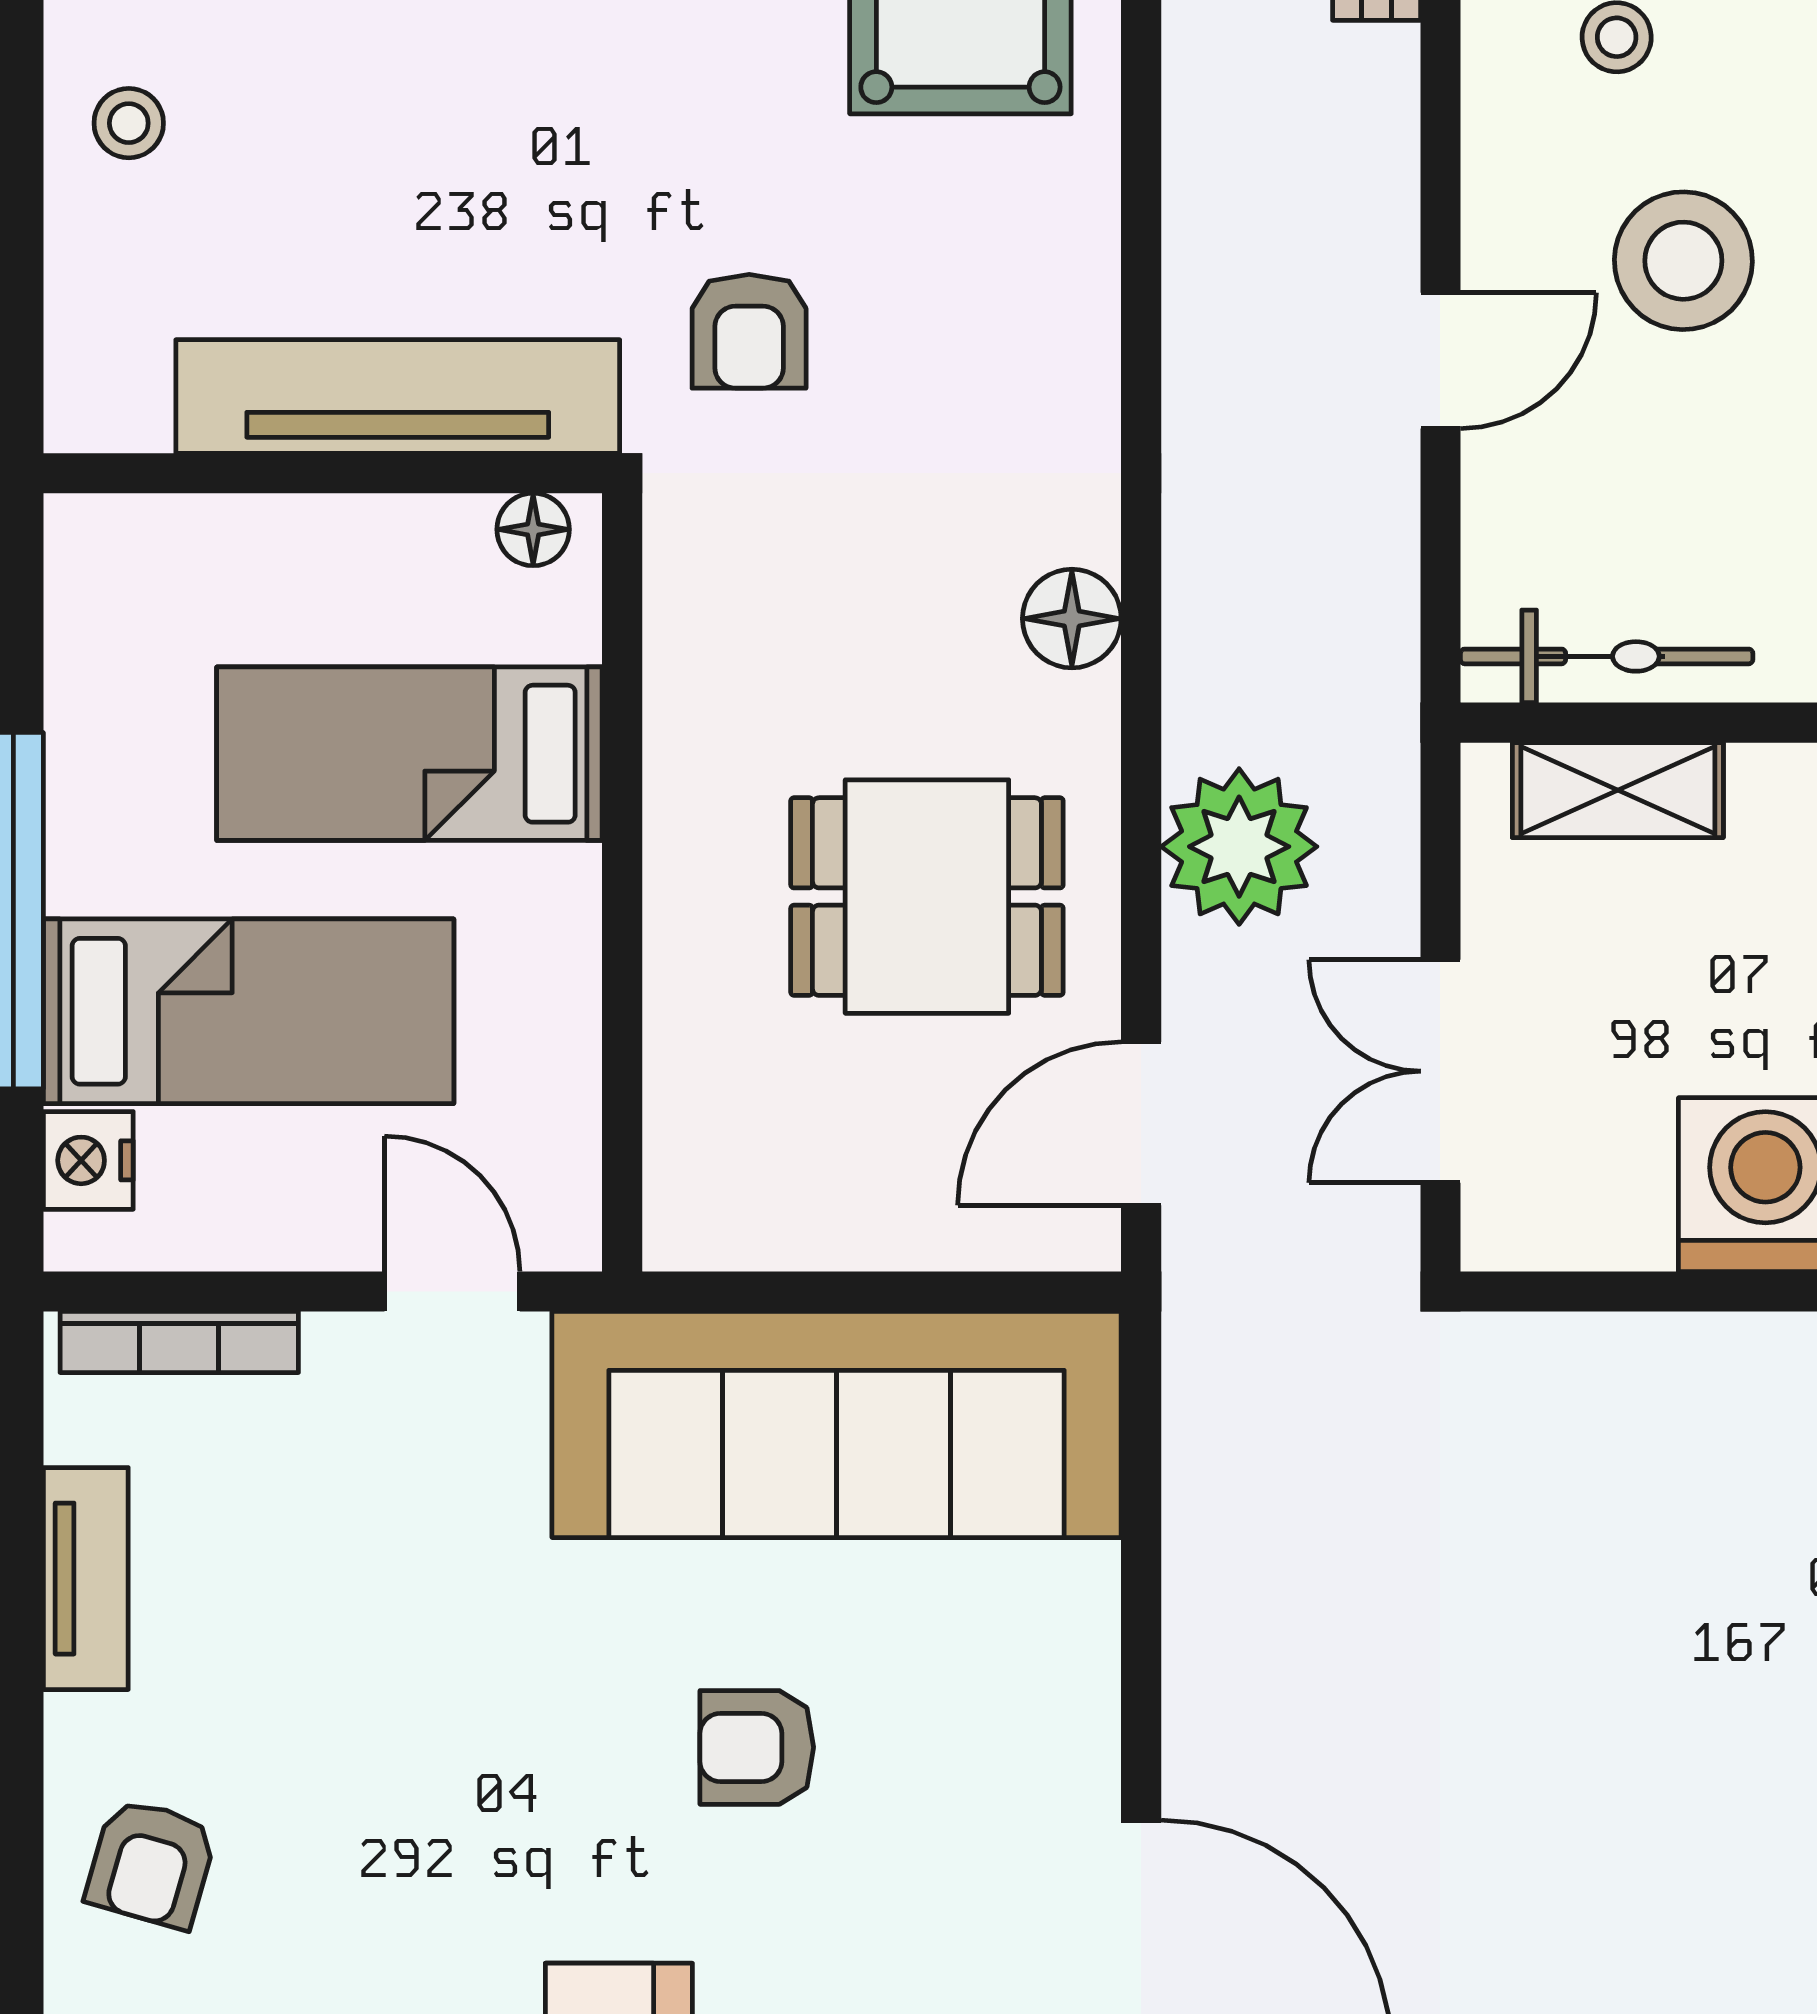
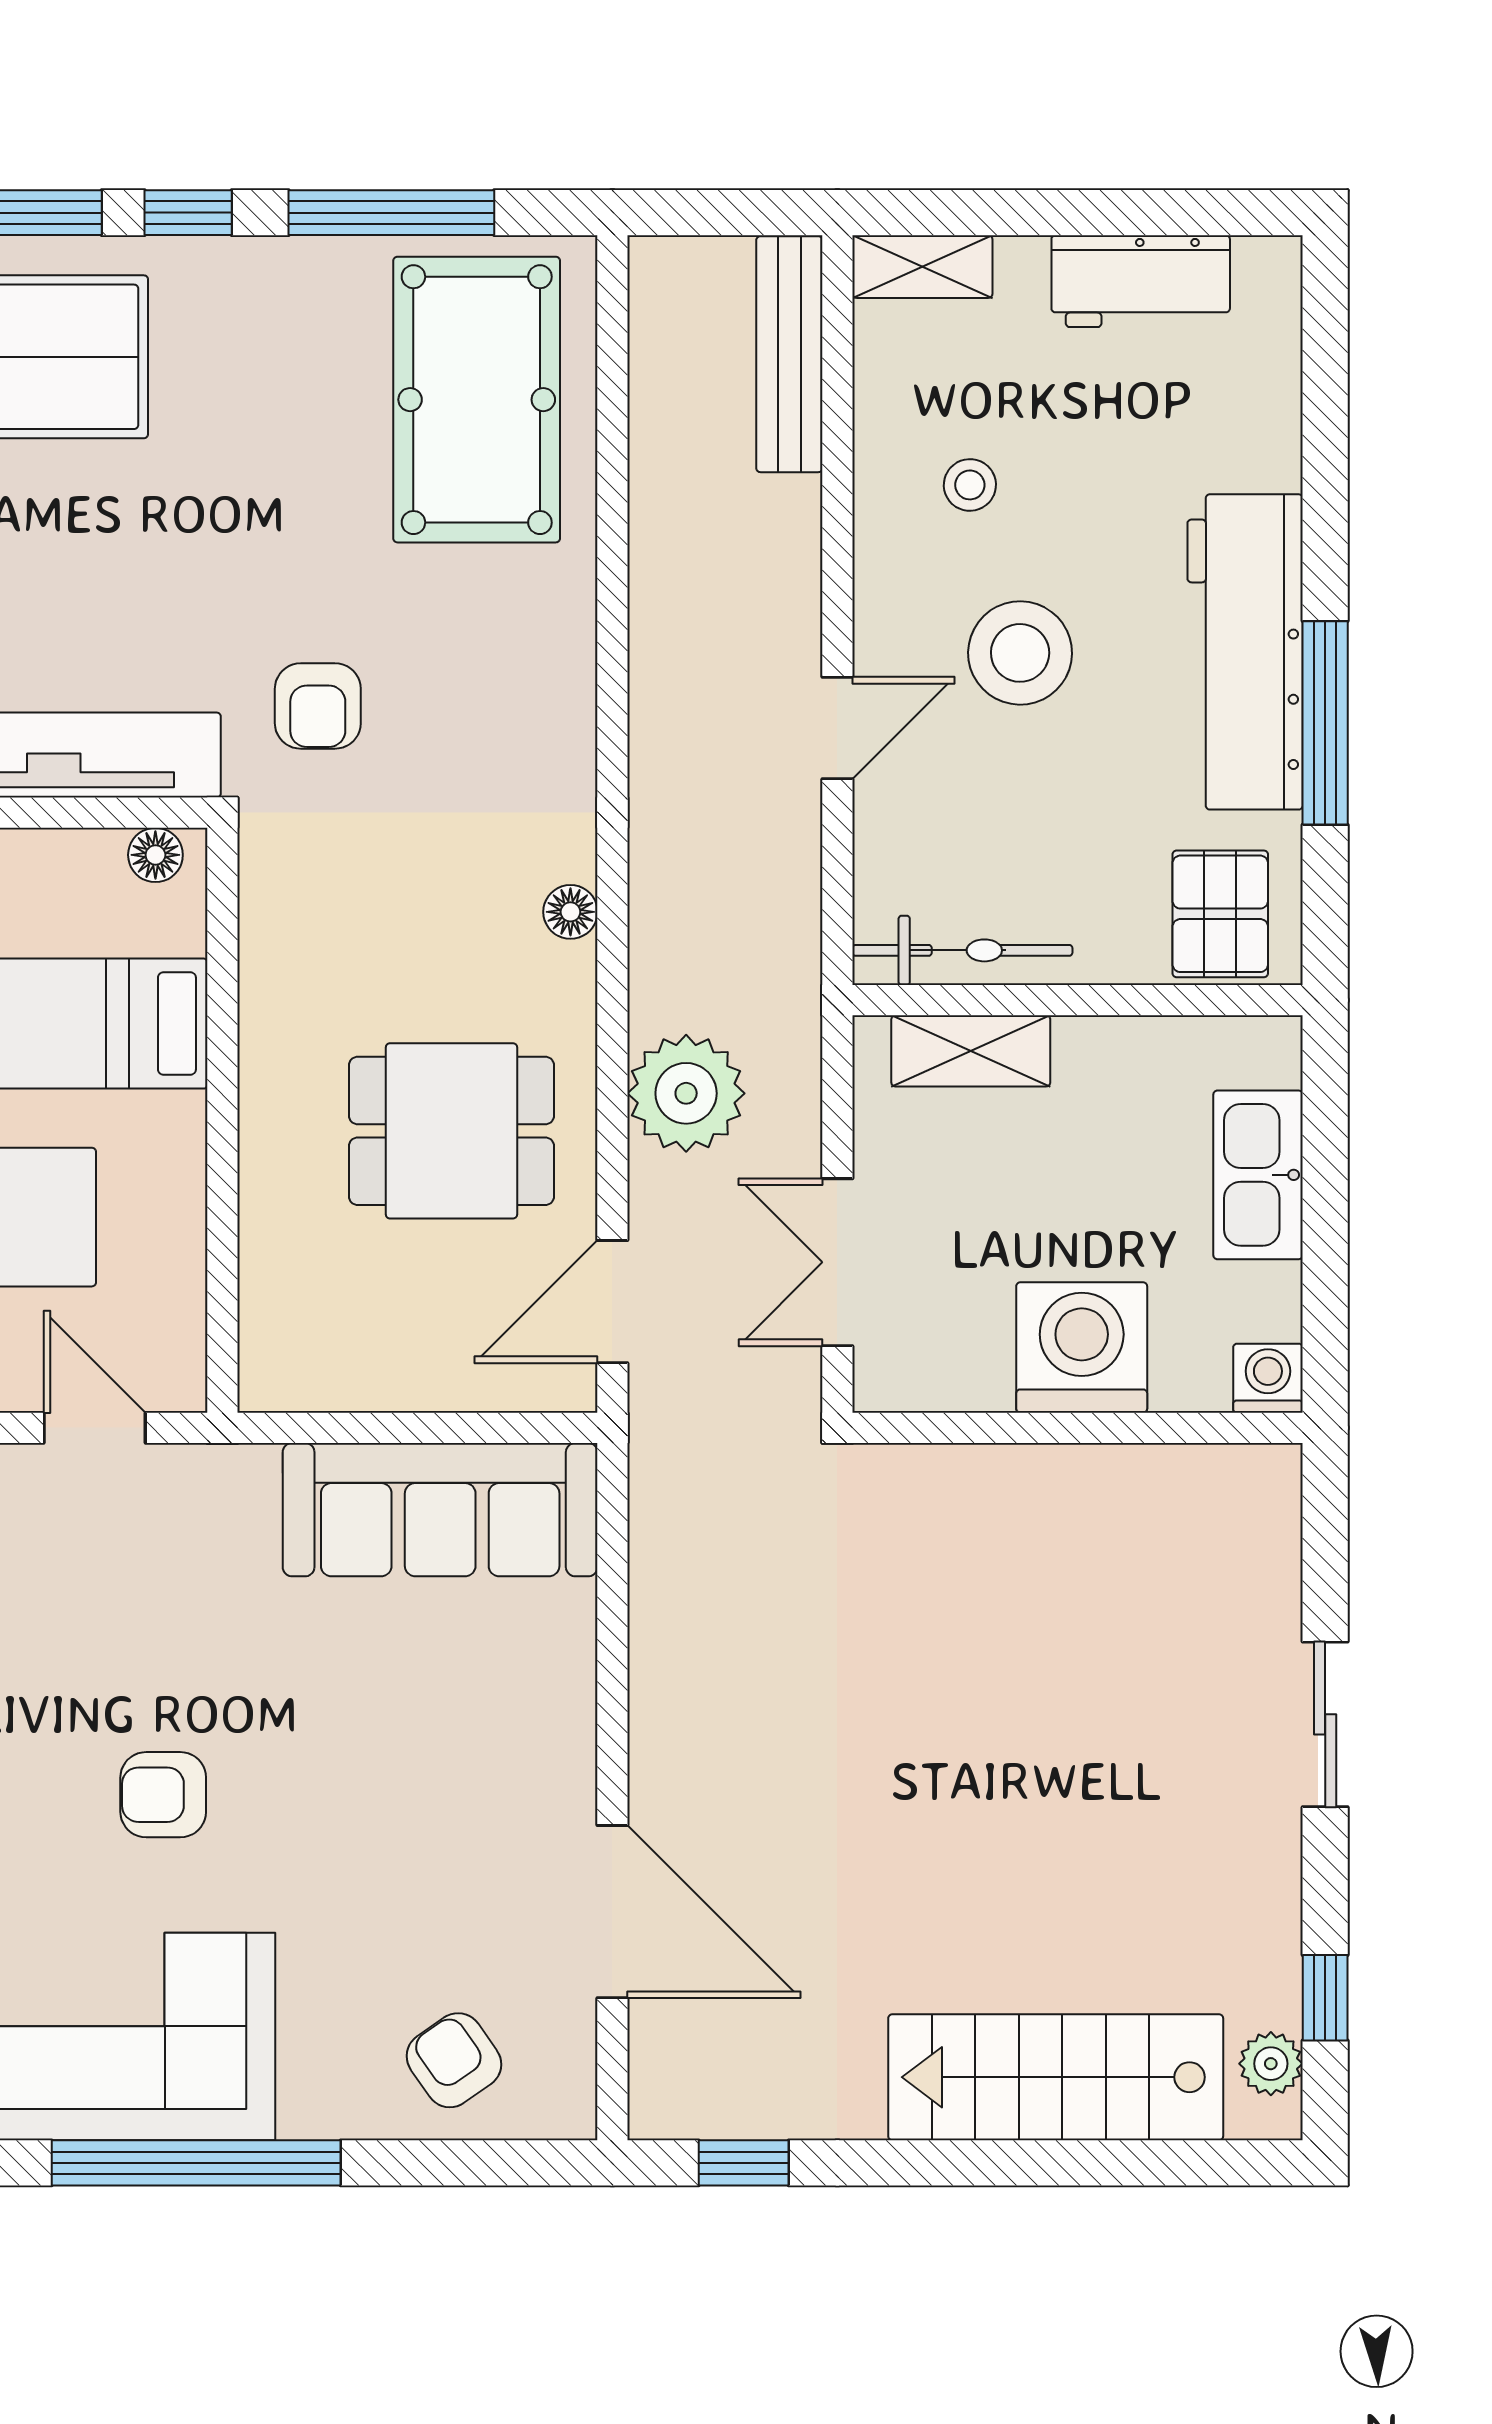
floor lamp: (1072, 619) -> (570, 912), width x0.73, depth x0.73
sofa: (837, 1425) -> (440, 1510), width x0.74, depth x0.79
armchair: (757, 1747) -> (163, 1795), moved

